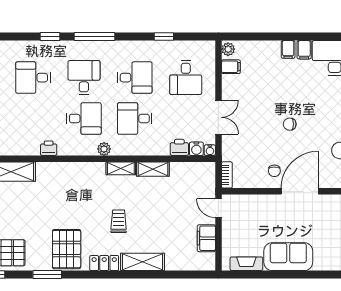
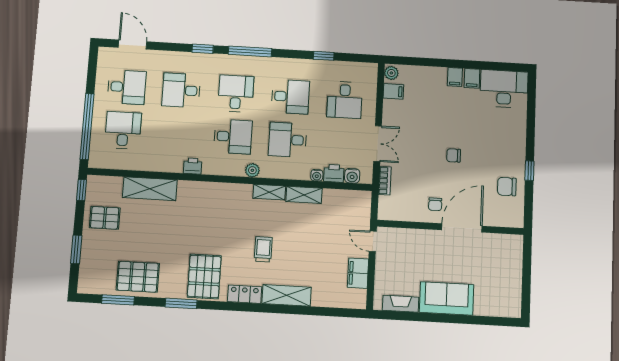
water cooler: (210, 150) -> (317, 175), moved
bookcase: (227, 175) -> (385, 181), moved

